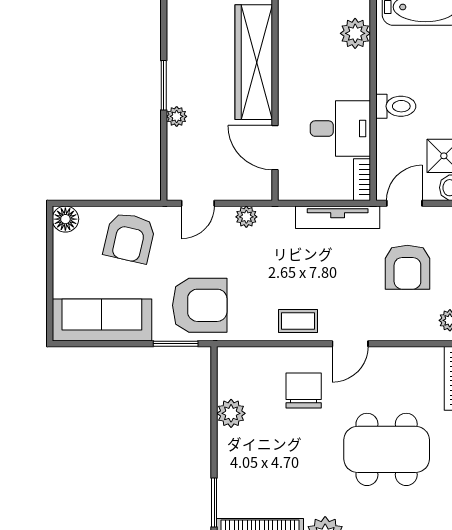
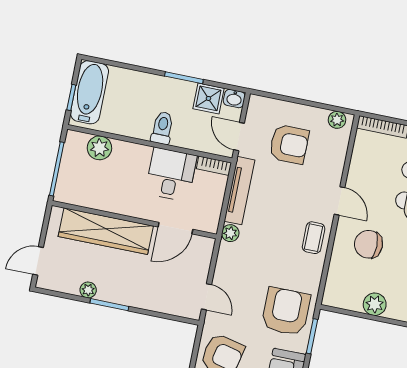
plant: (177, 116) -> (88, 290), moved
plant: (246, 217) -> (230, 233), moved

